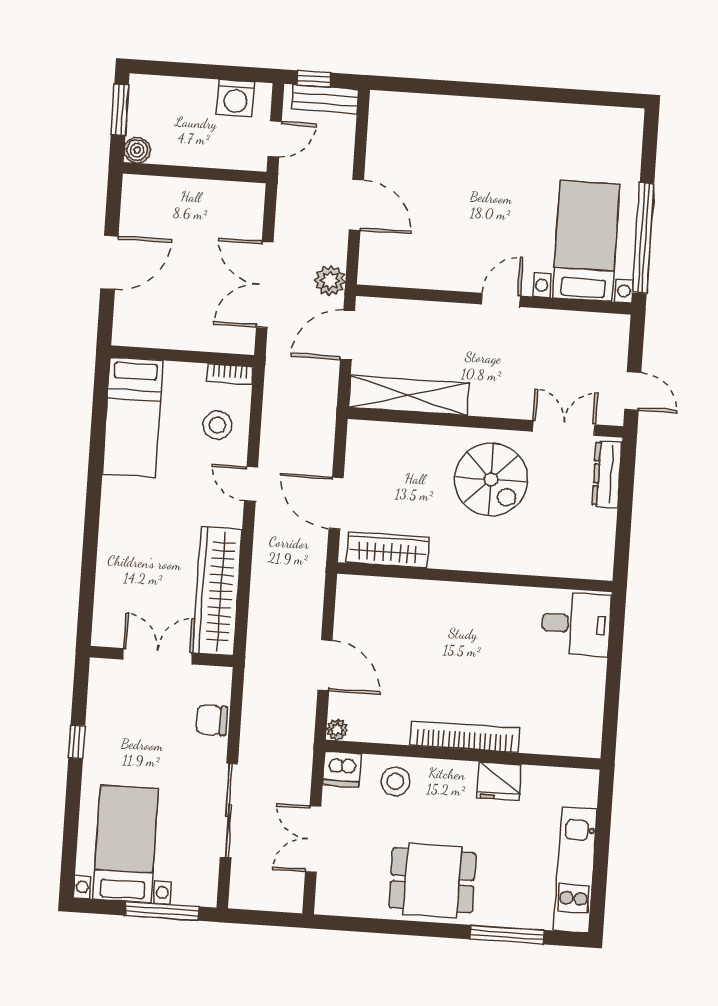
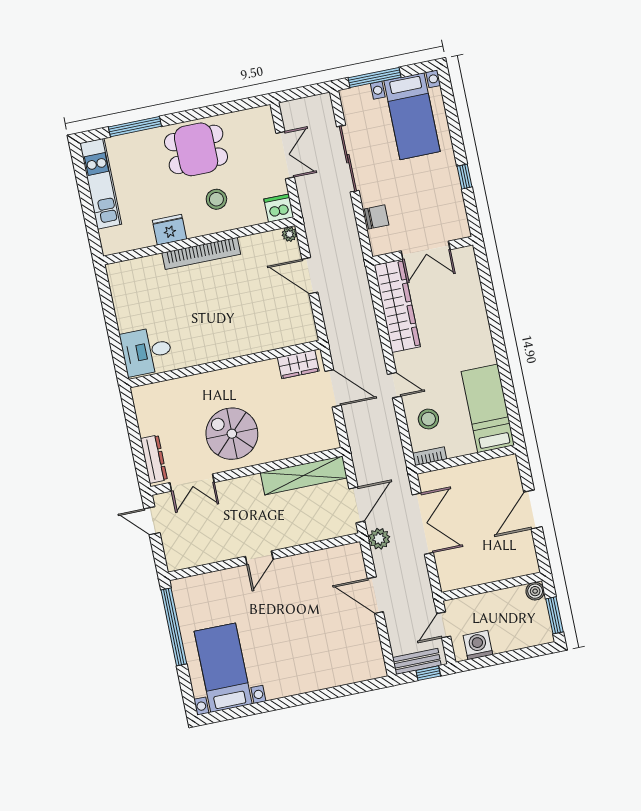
bed with nightstands: (586, 241) -> (223, 668), moved, turned 180
wardrobe: (388, 550) -> (298, 364), width x0.67
stool: (395, 781) -> (216, 199), moved

